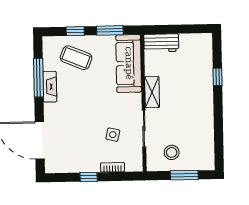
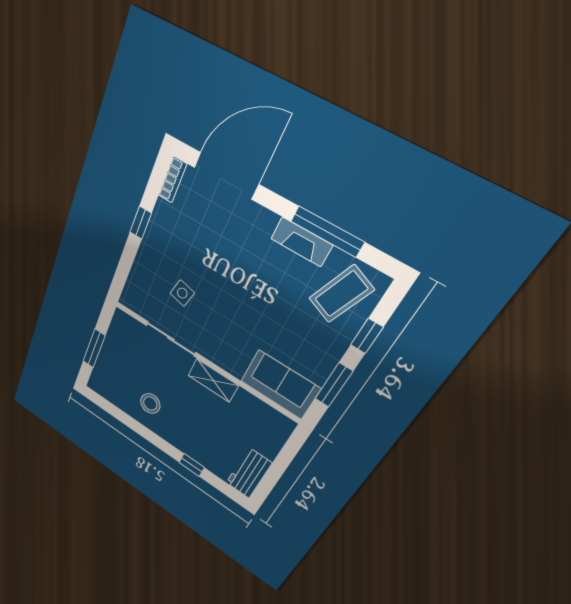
workbench: (161, 43) -> (249, 473), moved
coffee table: (76, 58) -> (341, 294), moved
sofa: (129, 63) -> (280, 385), width x0.73
stool: (172, 152) -> (150, 403), moved
bookcase: (113, 167) -> (172, 180), moved

